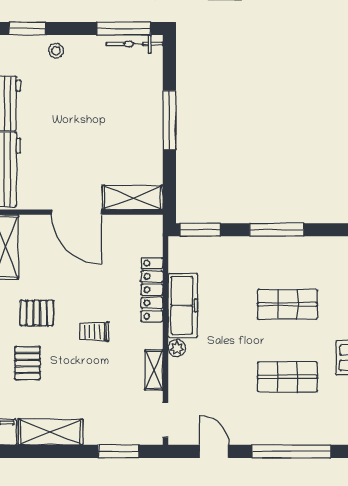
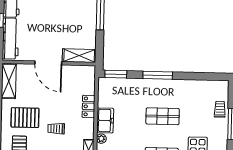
locker: (152, 290) -> (89, 106), width x0.66
freezer: (183, 305) -> (105, 120), width x0.71
pallet: (37, 313) -> (25, 118), width x1.50, depth x1.42

